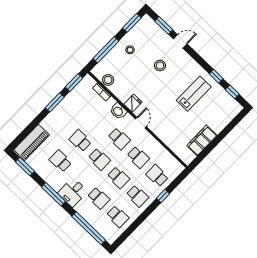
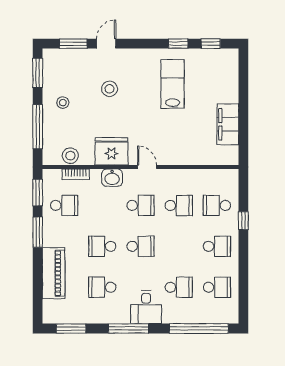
fridge: (133, 103) -> (111, 151), width x1.88, depth x1.34
piano: (32, 142) -> (54, 273), moved
school desk: (118, 178) -> (64, 205), moved

